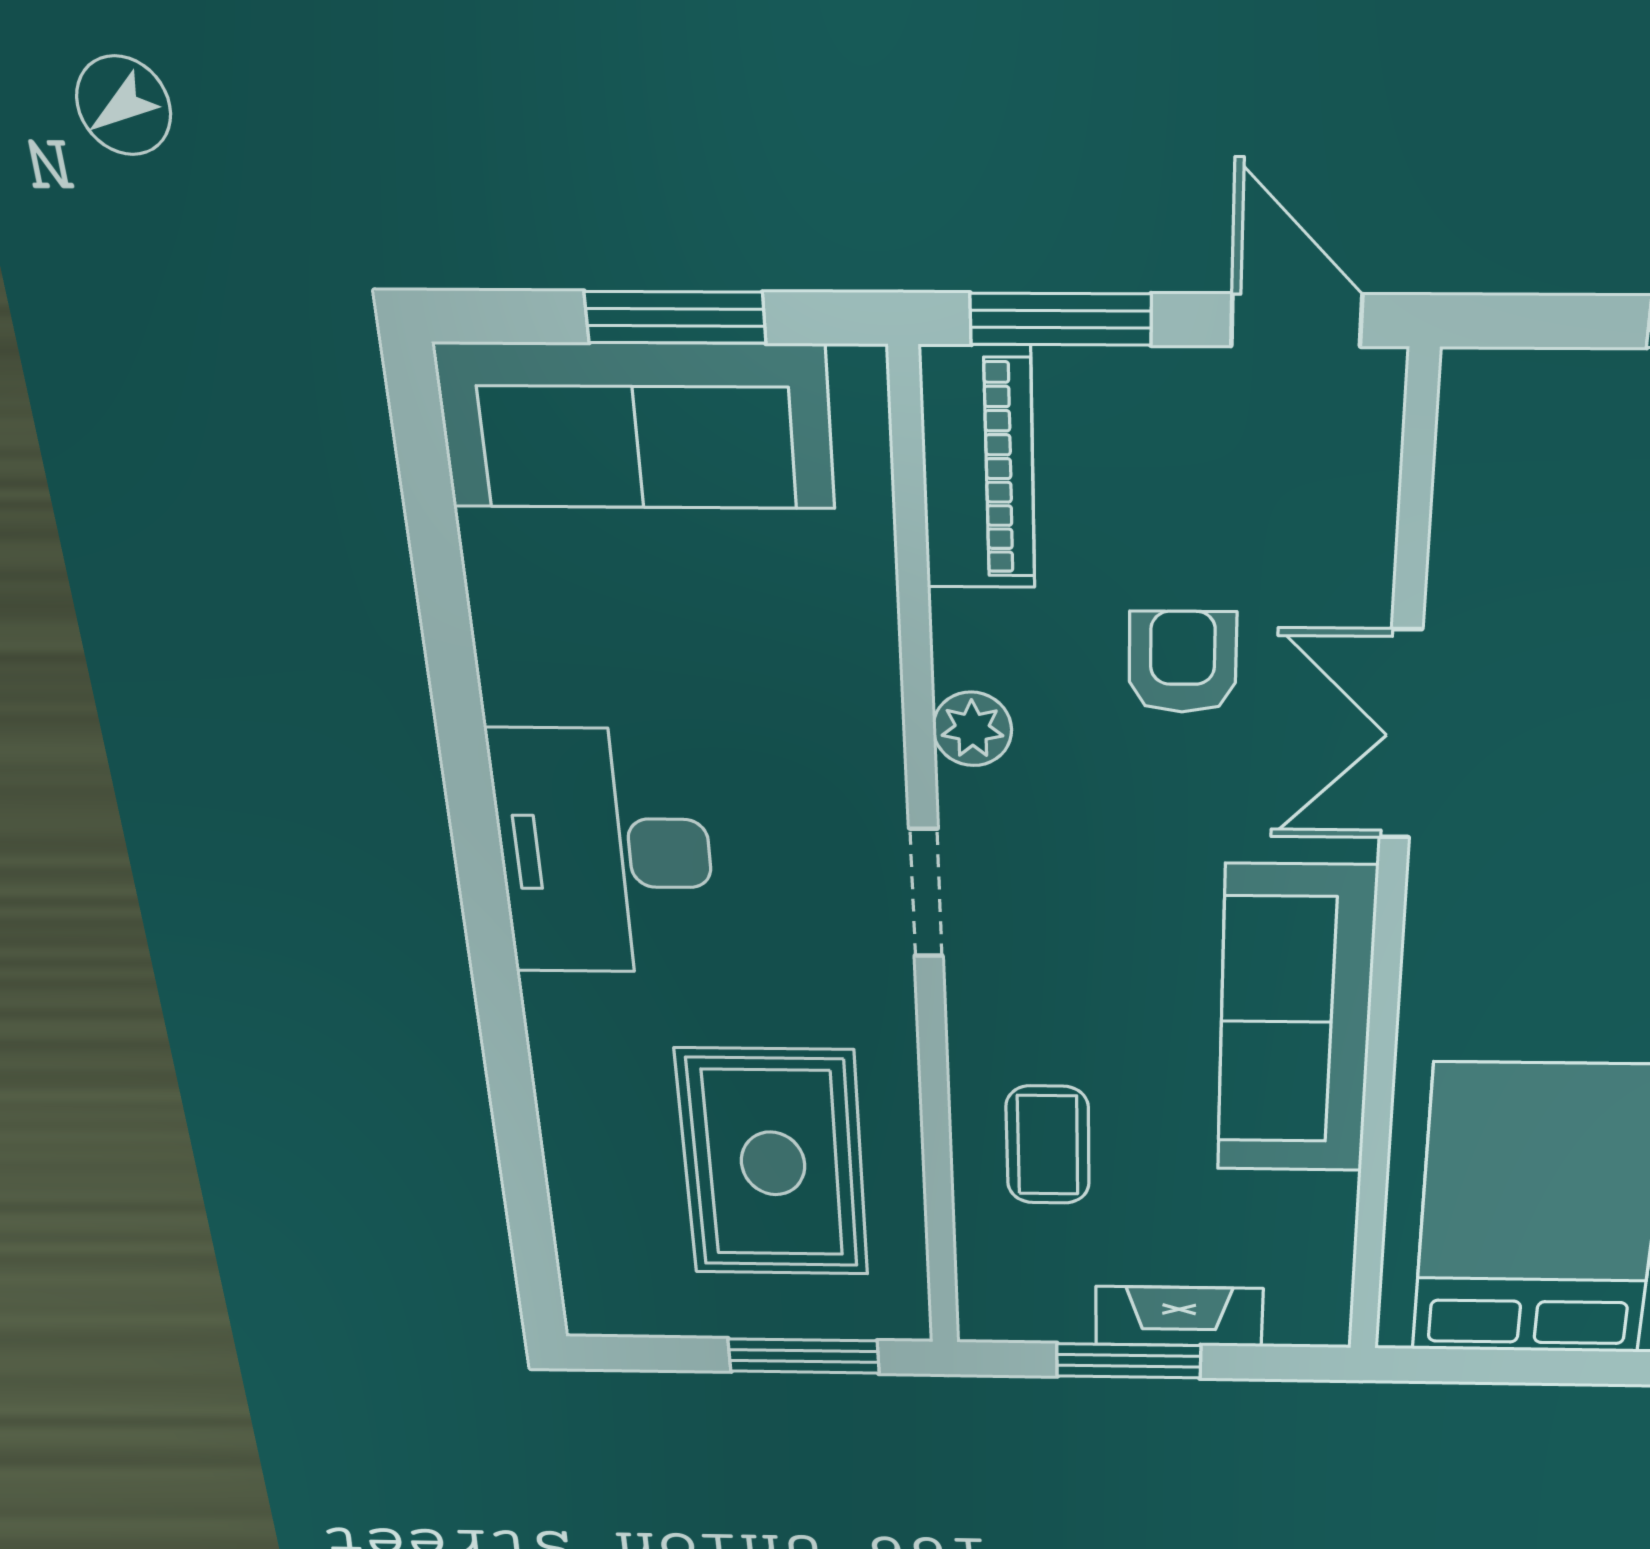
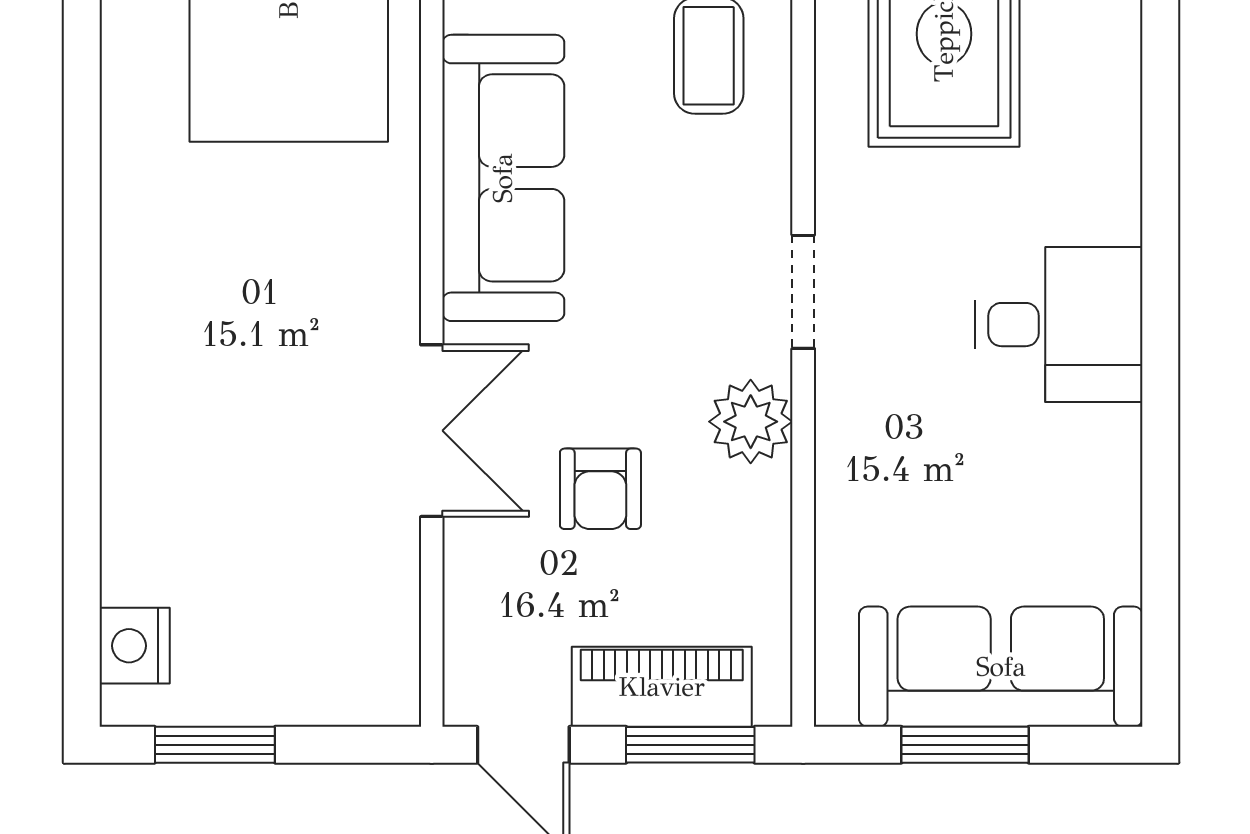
piano: (978, 468) -> (662, 687), moved, turned 90
plant: (972, 729) -> (751, 422), width x1.38, depth x1.38
desk: (605, 853) -> (1059, 325), width x0.73

